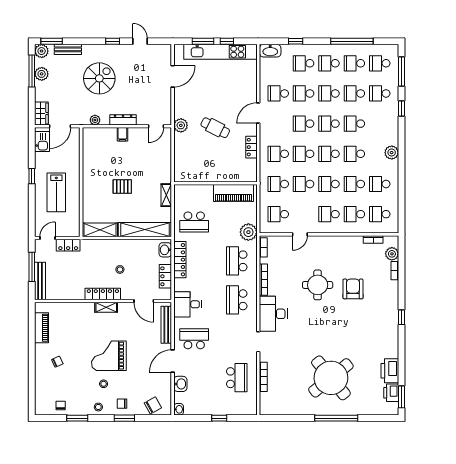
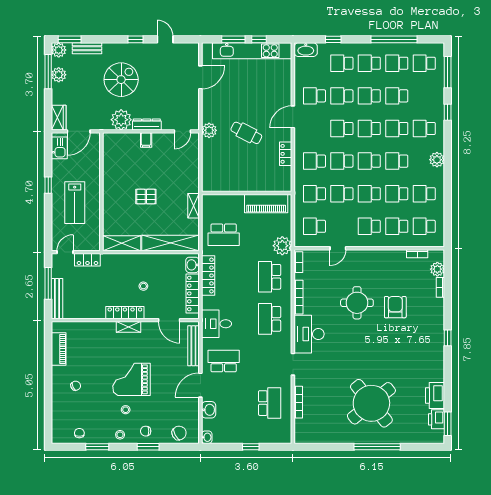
school desk: (380, 93) -> (424, 128), moved
plant: (95, 120) -> (121, 120), width x1.88, depth x1.88
locker: (165, 276) -> (193, 293), width x1.53

